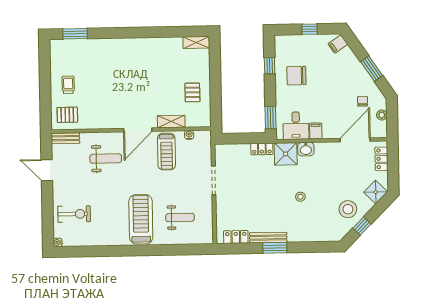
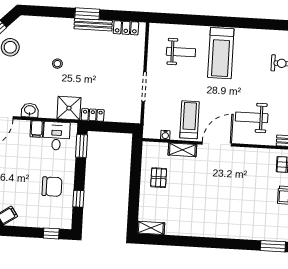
window: (310, 29) -> (51, 233), moved
washbasin: (306, 149) -> (30, 110), moved
weight bench: (180, 217) -> (181, 52), turned 180

